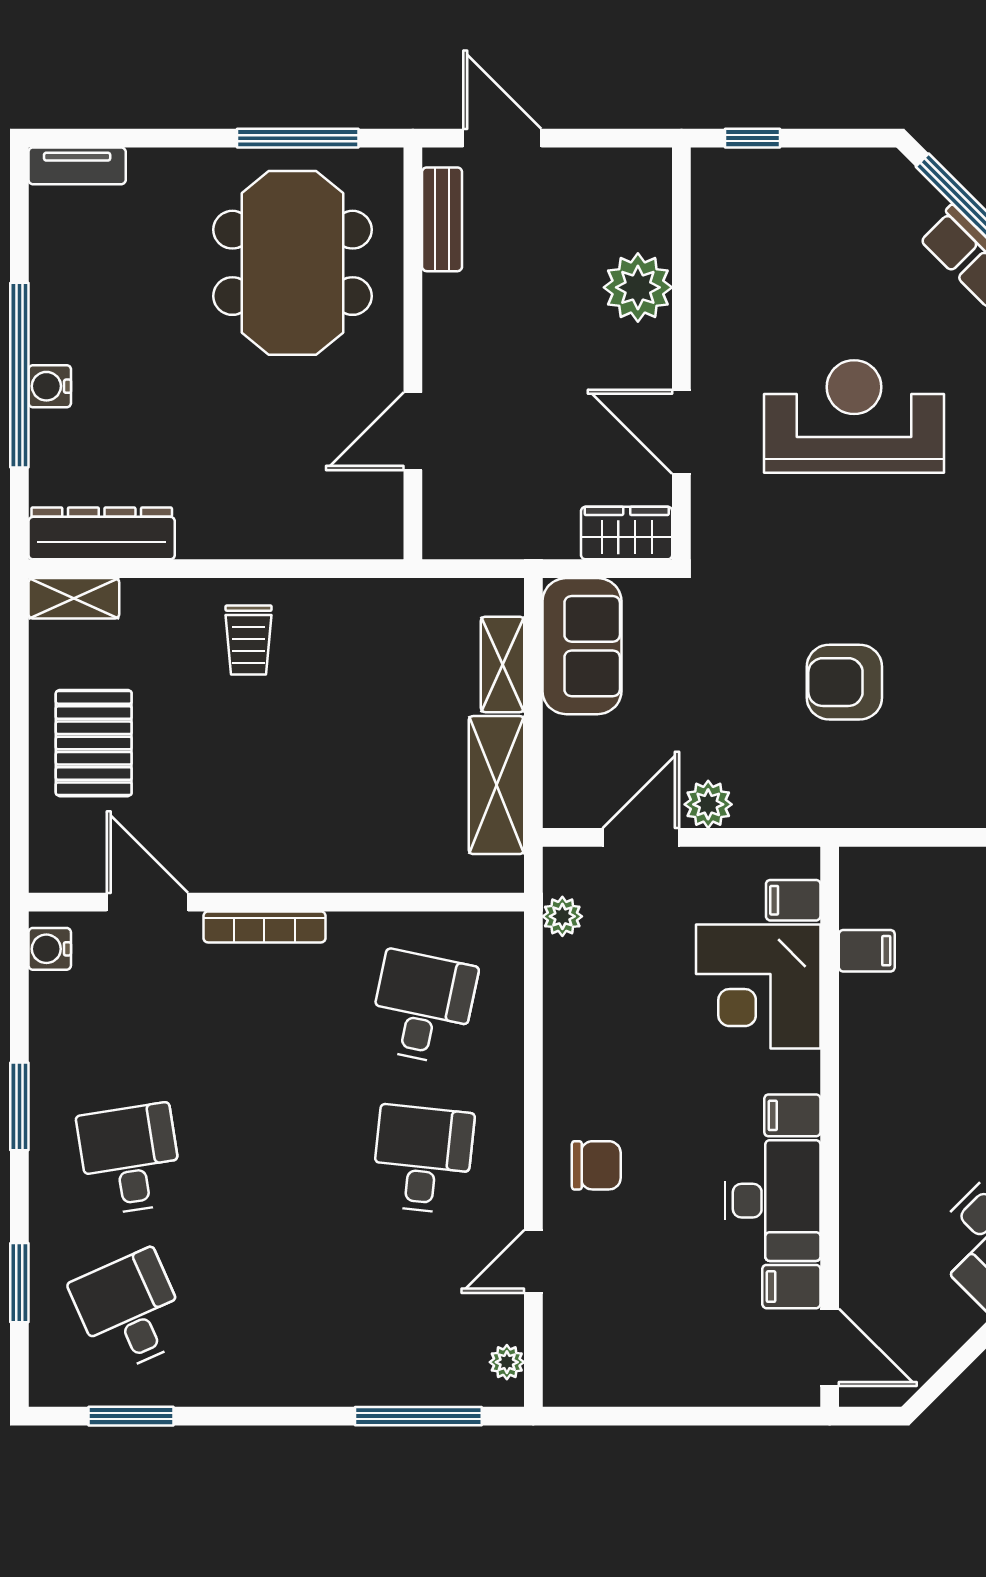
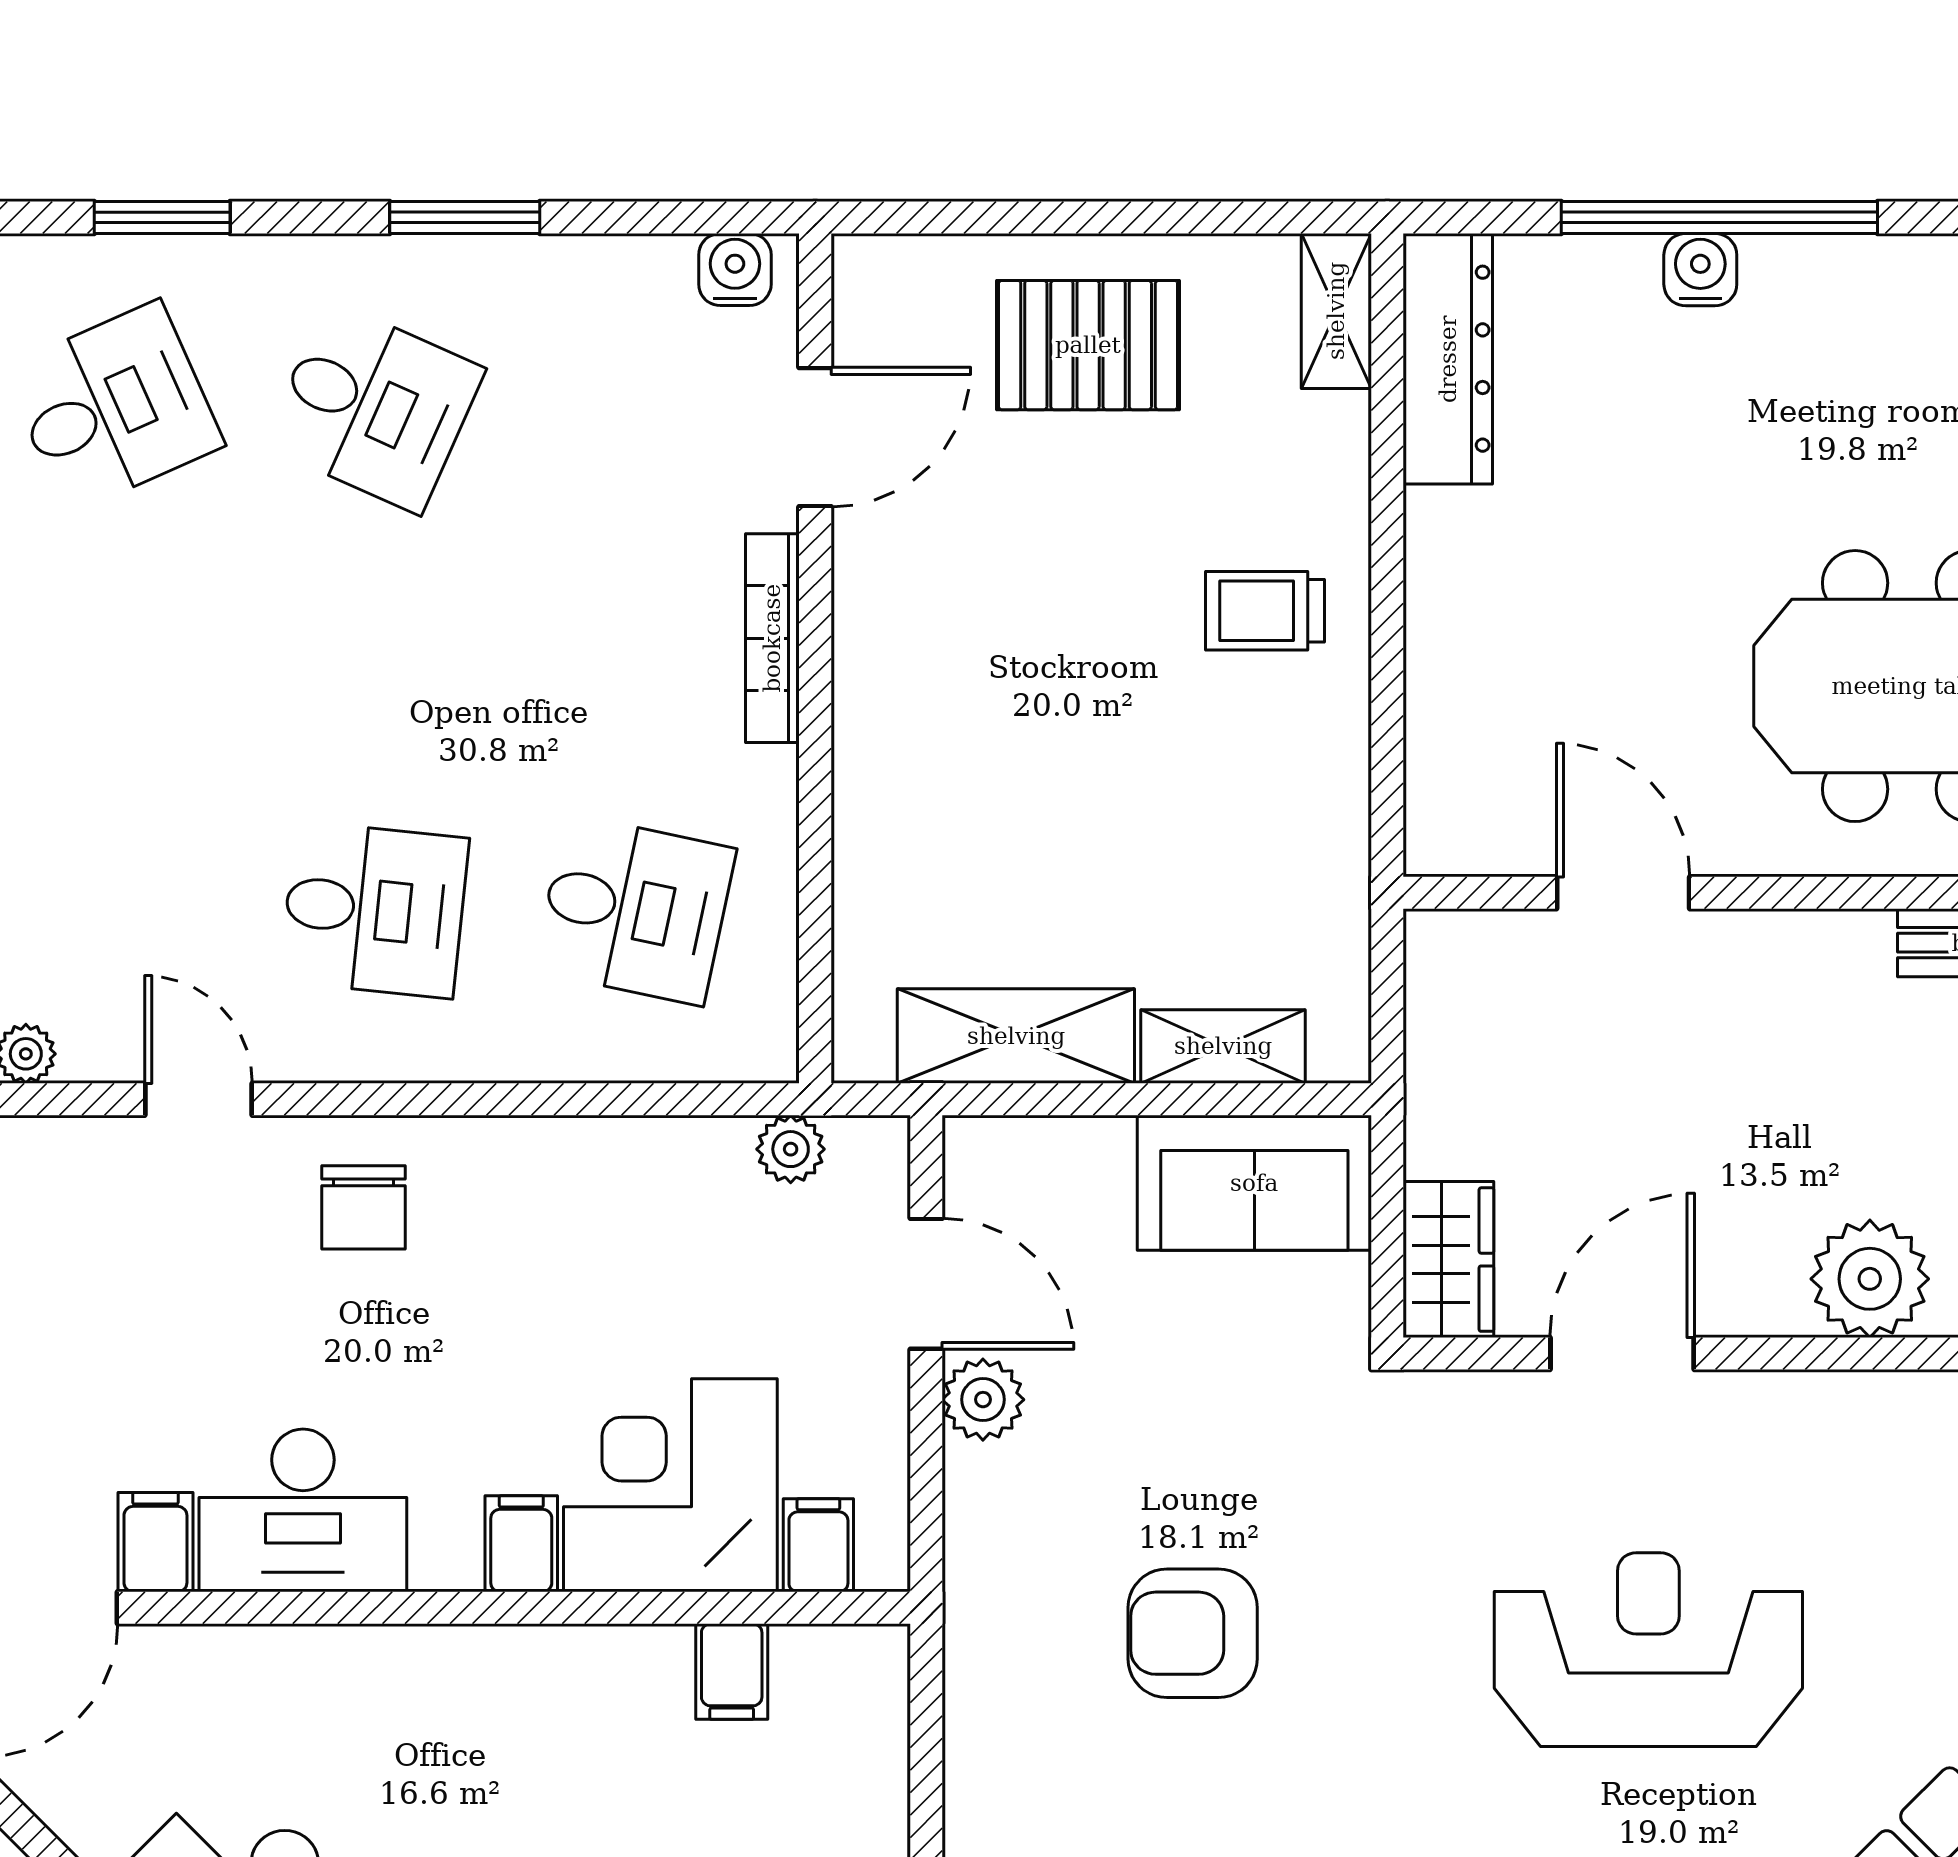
reception desk: (854, 416) -> (1648, 1650), turned -90
armchair: (844, 682) -> (1193, 1633), turned -90
filing cabinet: (792, 1115) -> (521, 1544), moved
desk: (130, 1159) -> (374, 407), turned 33

